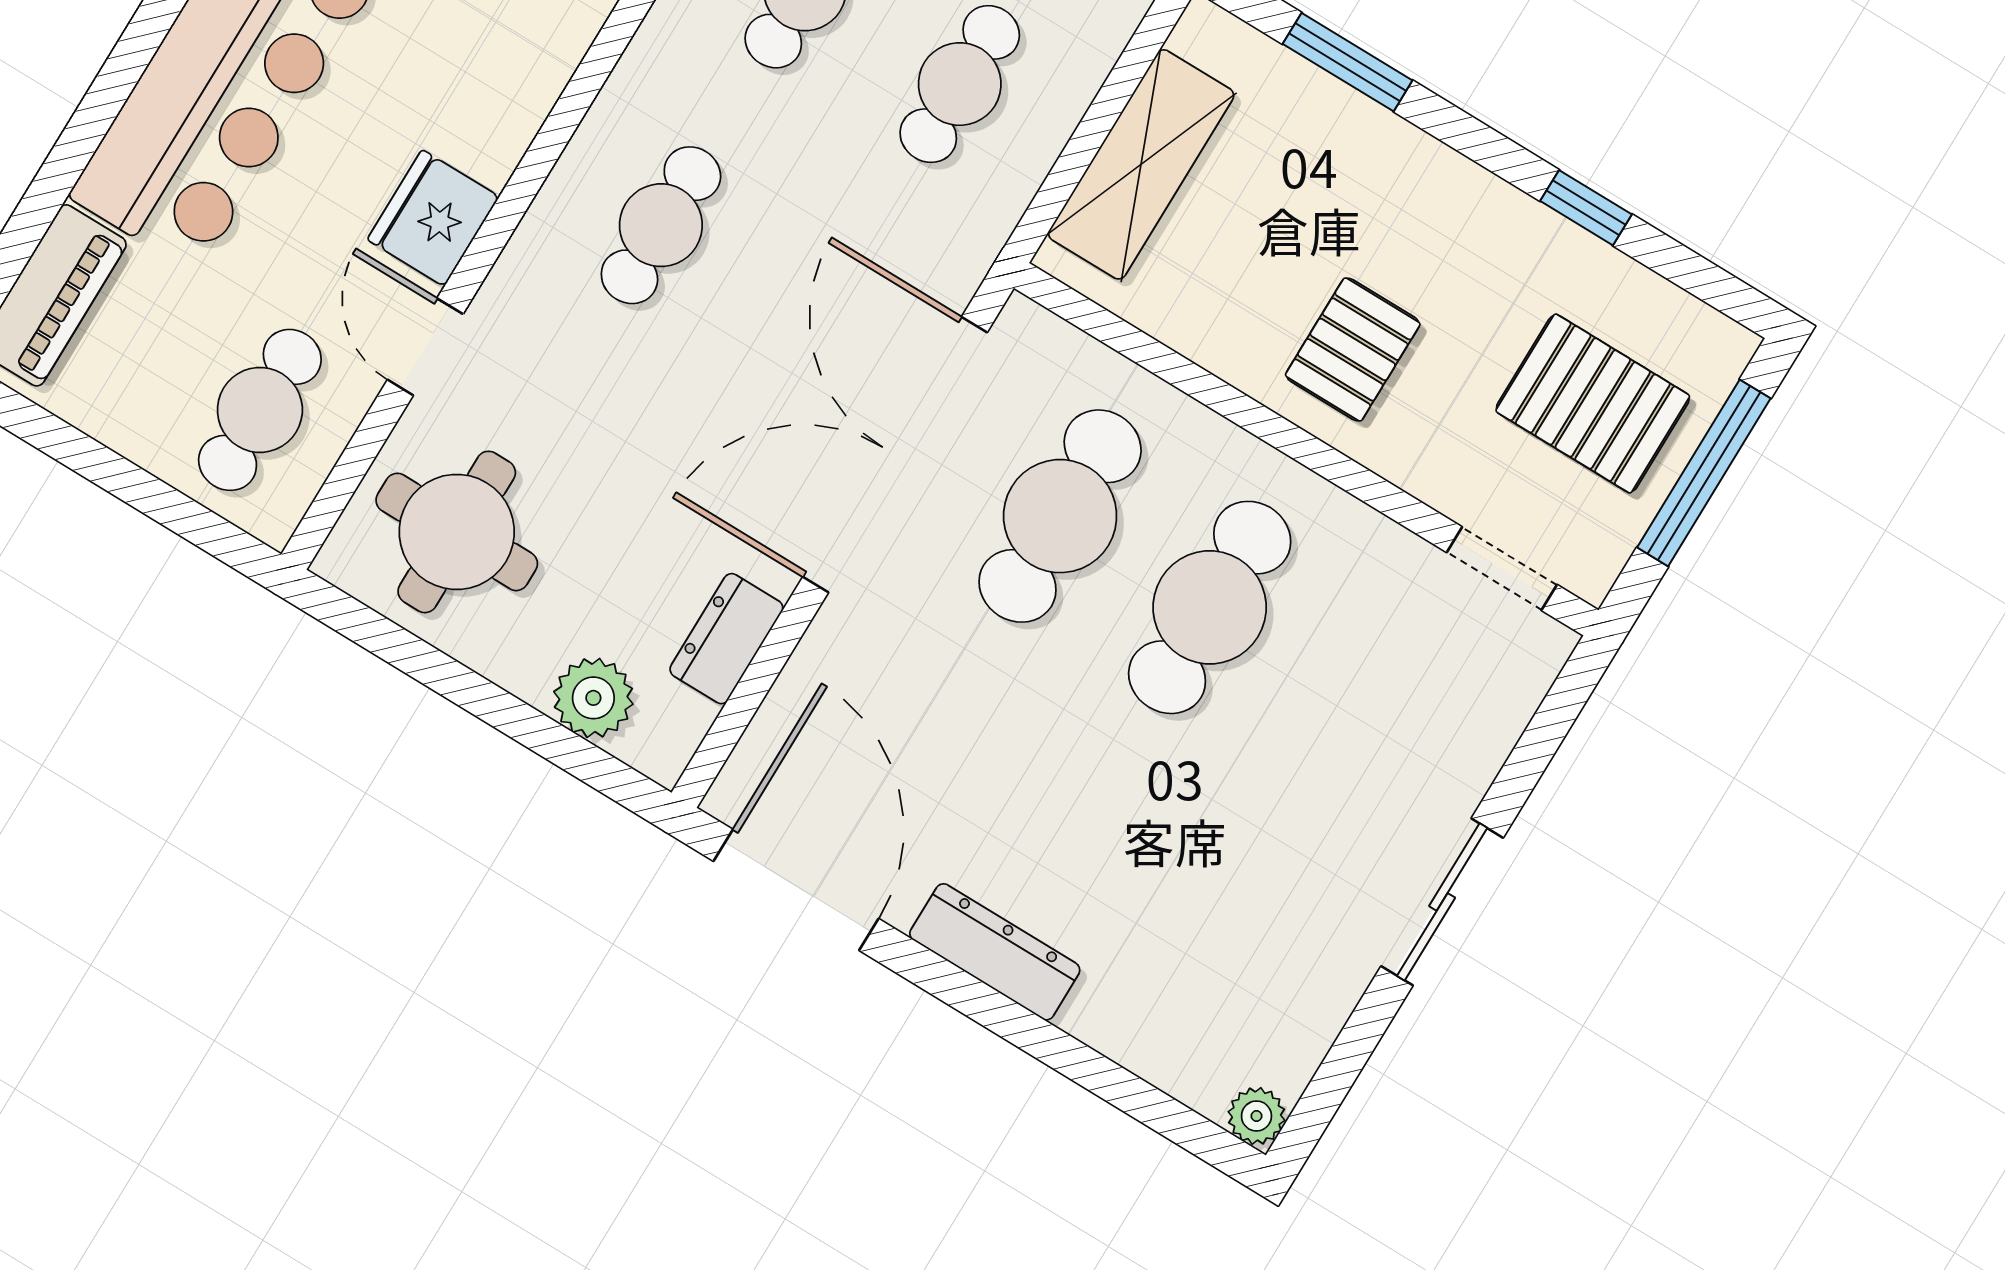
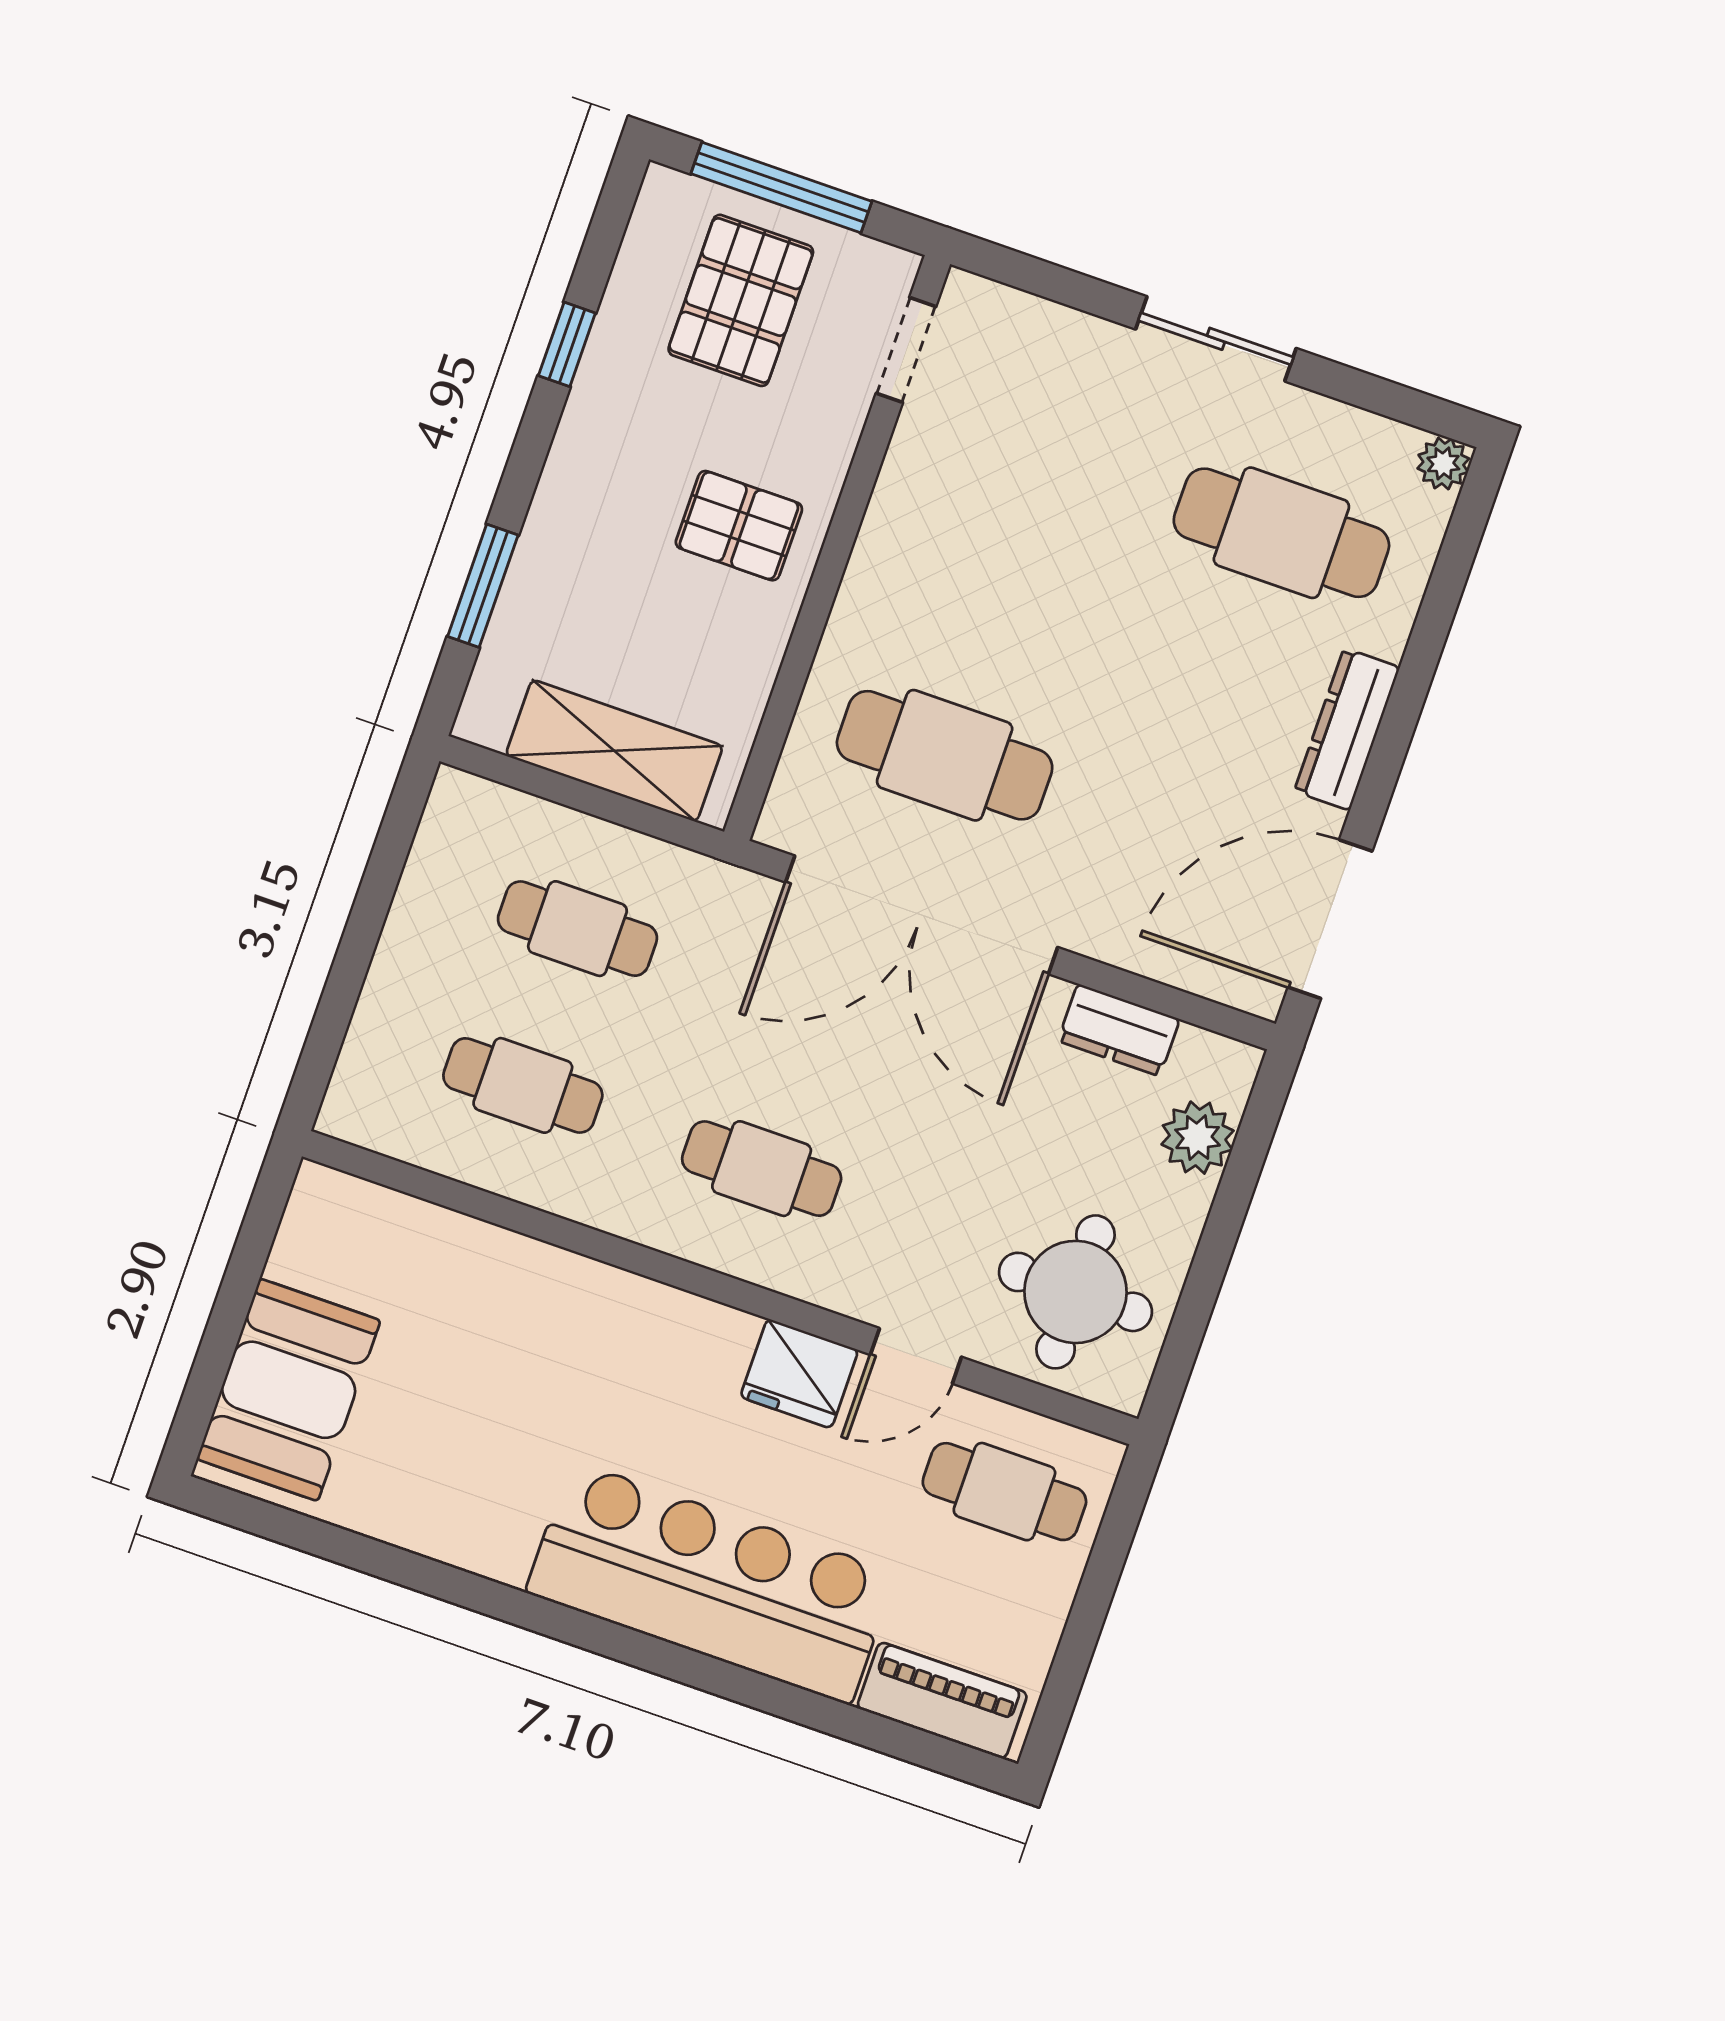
cafe table: (1210, 607) -> (1281, 533), moved

